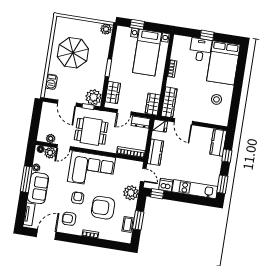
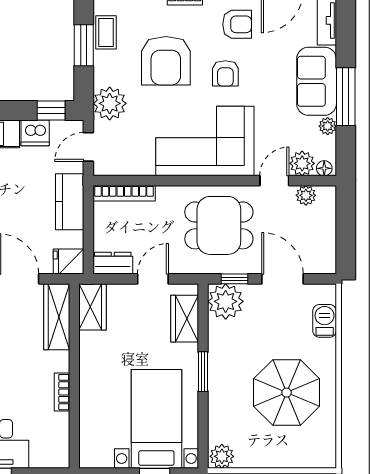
bed with nightstands: (147, 53) -> (156, 419), moved
door: (143, 175) -> (88, 147), hinge flipped
armchair: (103, 208) -> (166, 61), turned 90

